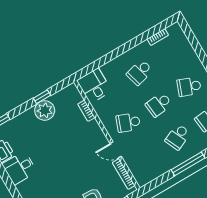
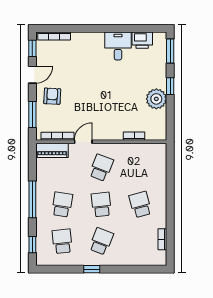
desk: (94, 86) -> (152, 157), removed
window: (42, 97) -> (170, 86), moved
school desk: (178, 137) -> (62, 204), turned 33
piano: (138, 171) -> (52, 150), added

